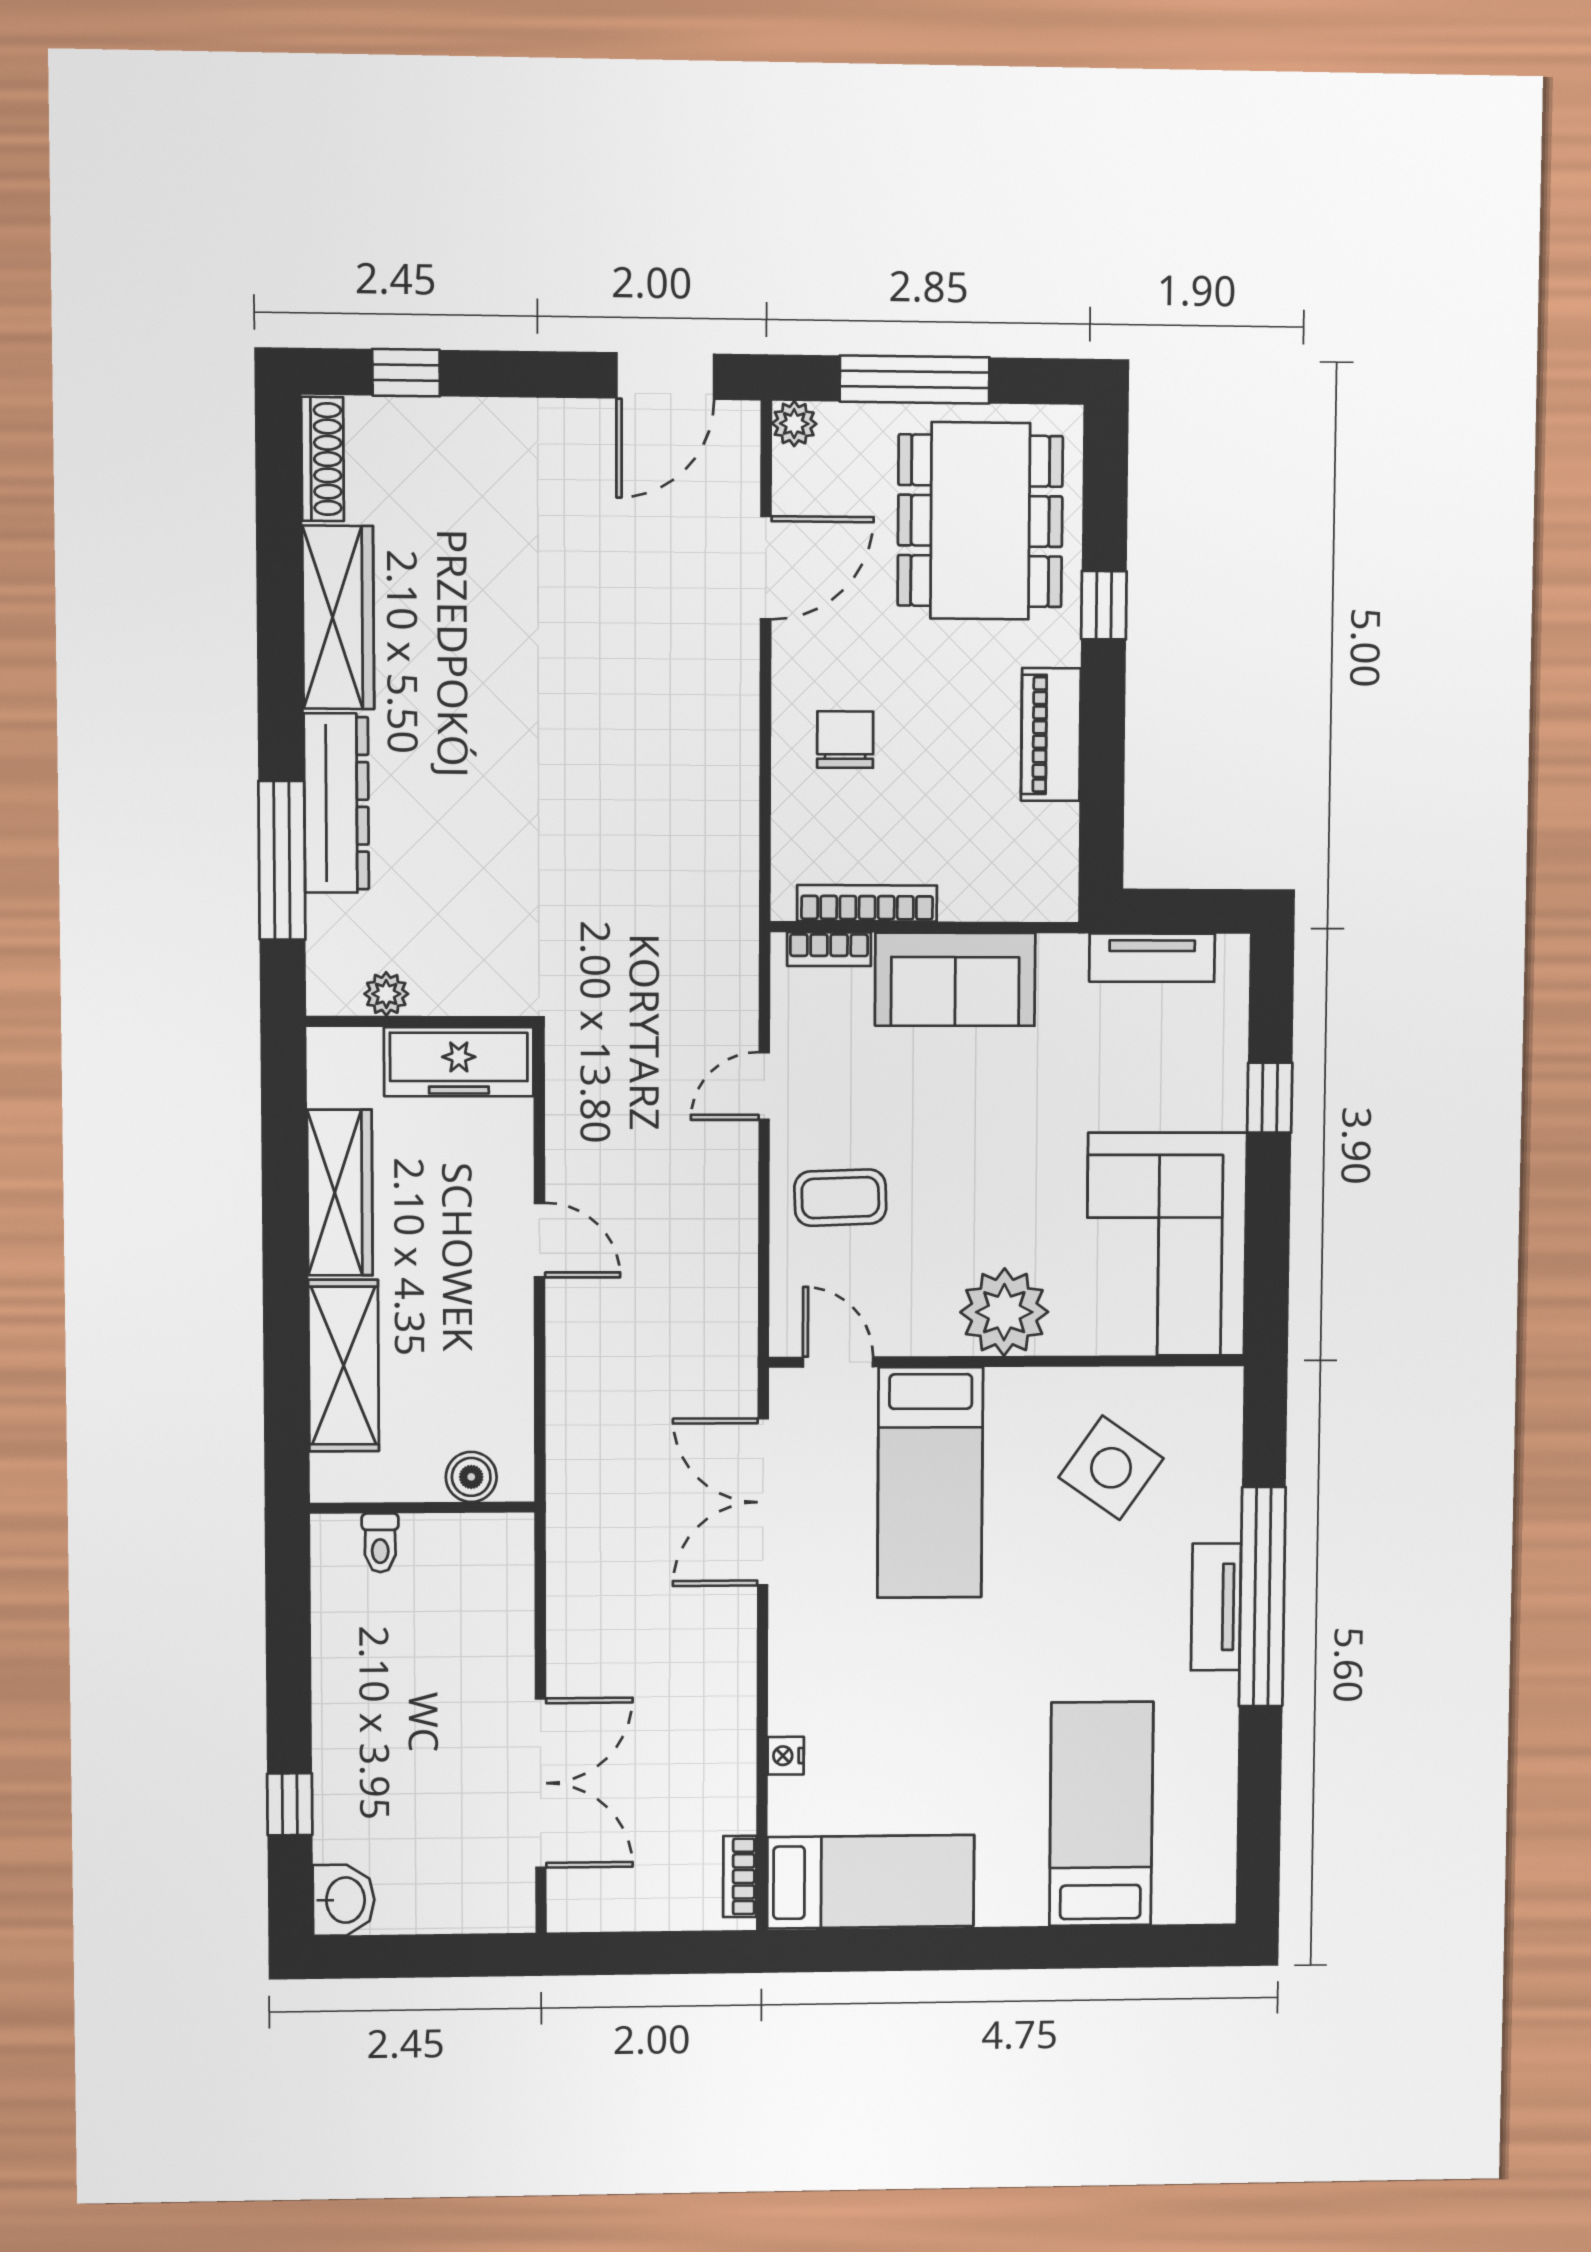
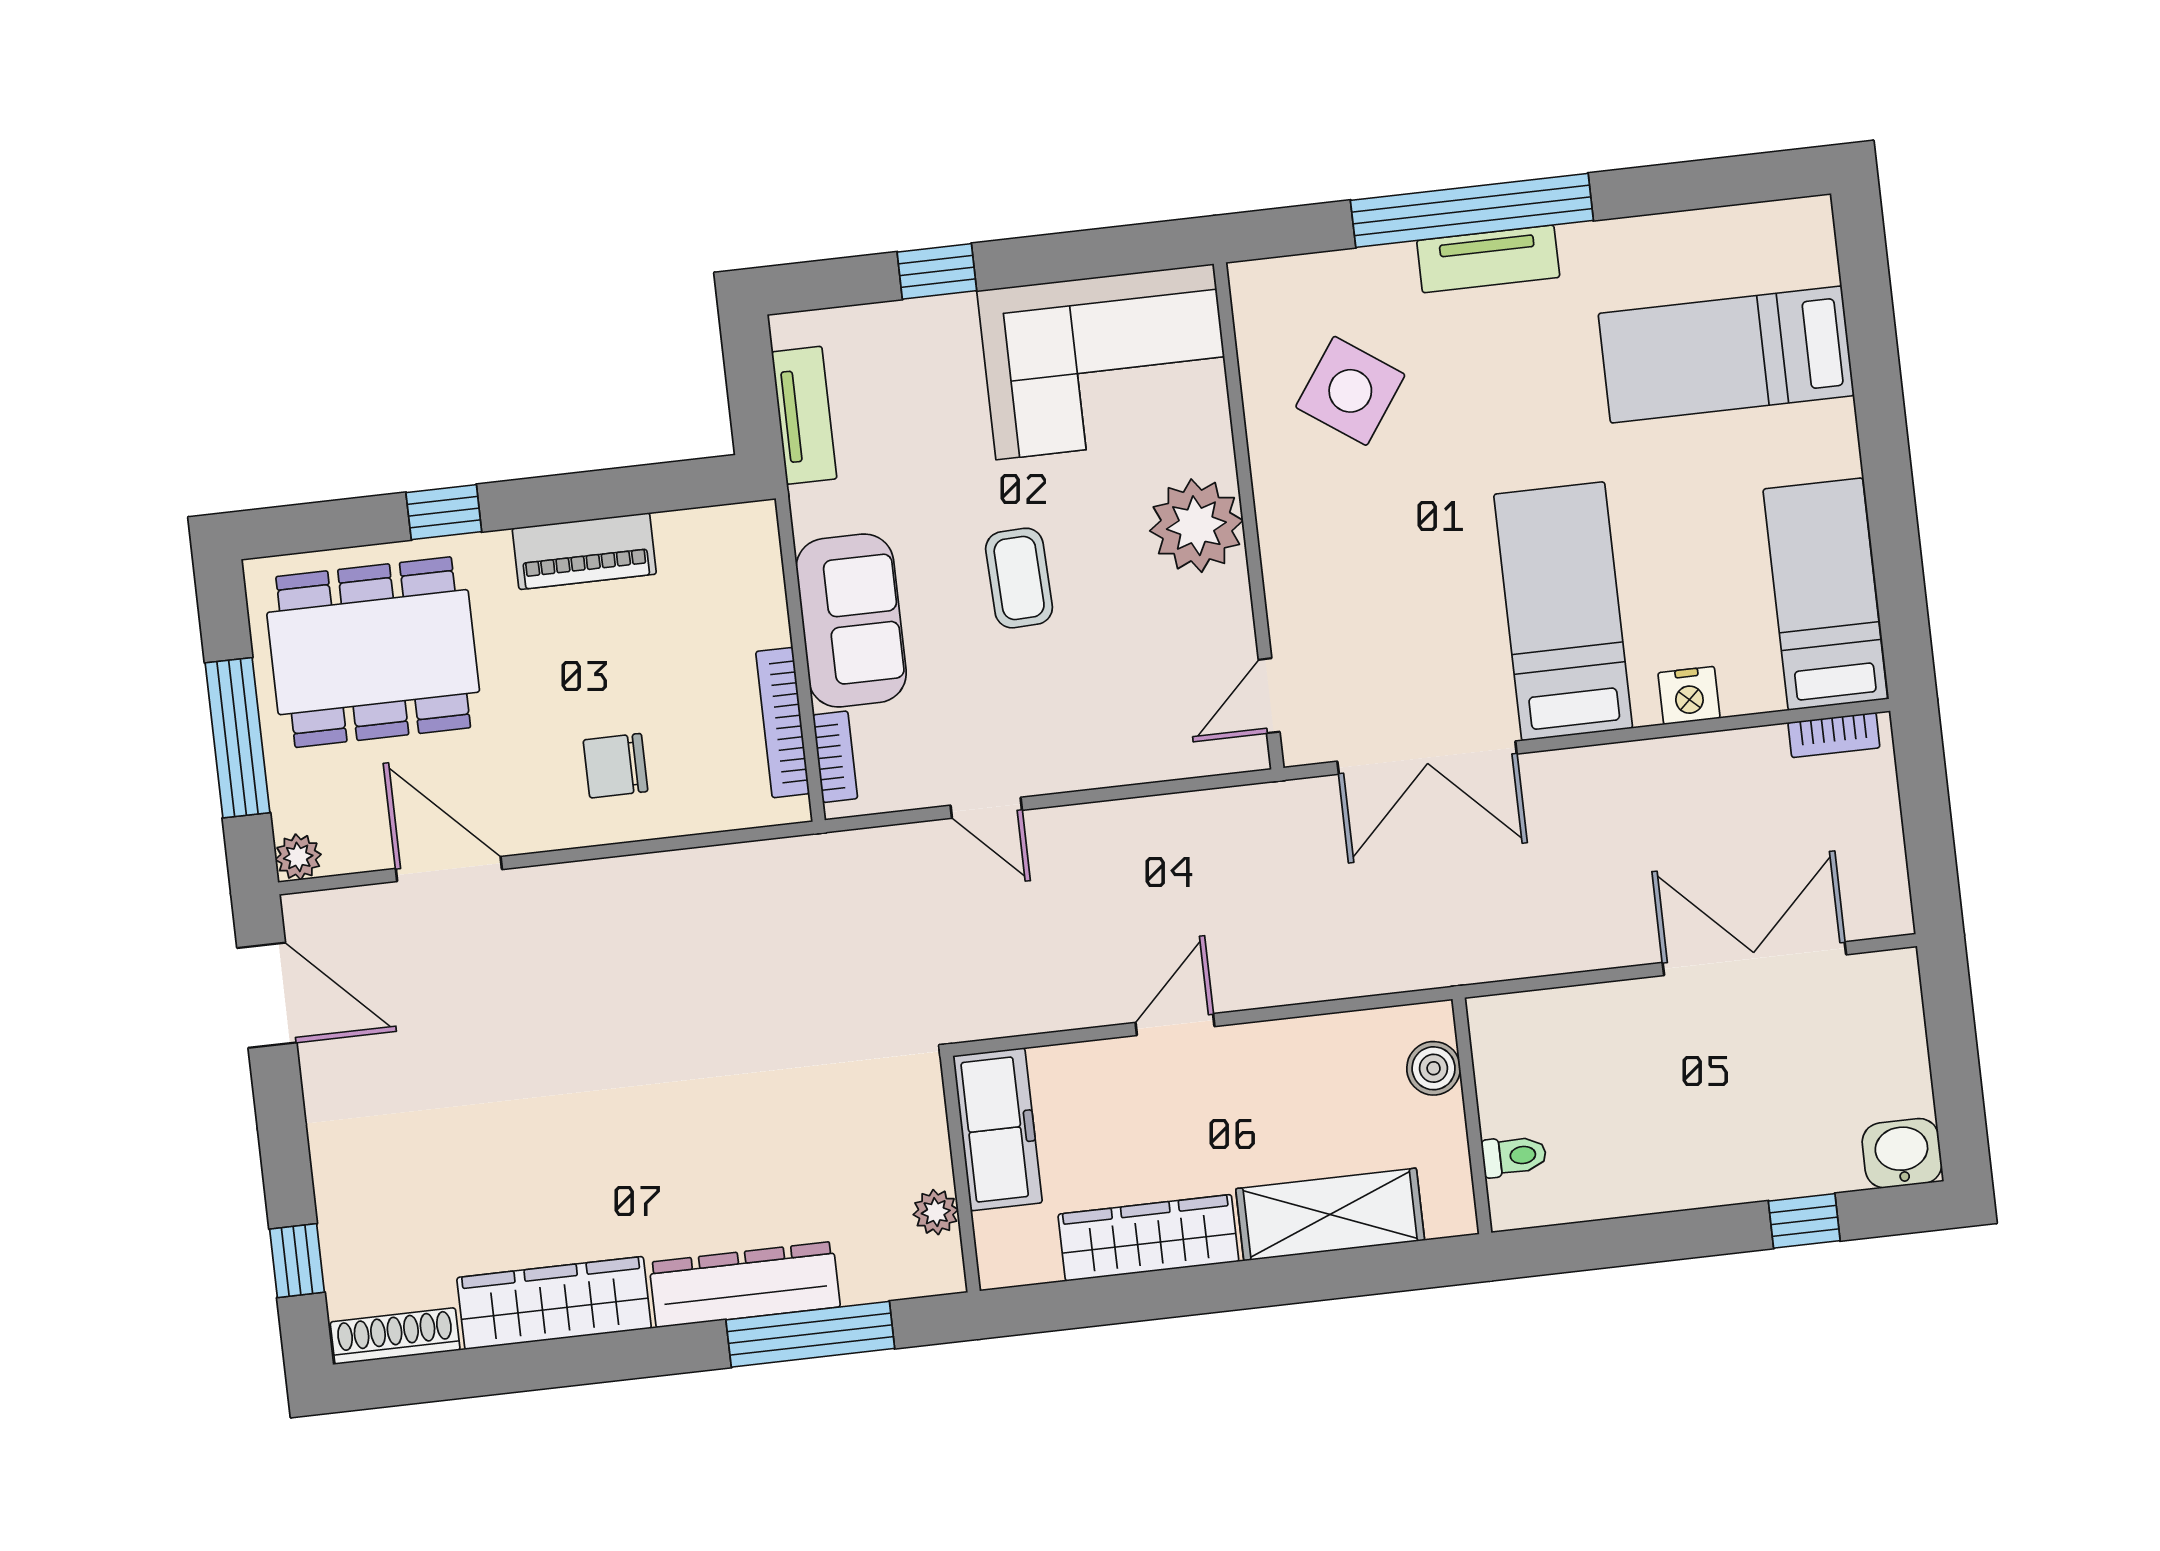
coffee table: (840, 1198) -> (1019, 578), moved
bed: (930, 1483) -> (1563, 611), moved, turned -90
nightstand: (786, 1756) -> (1689, 695), width x1.39, depth x1.35

